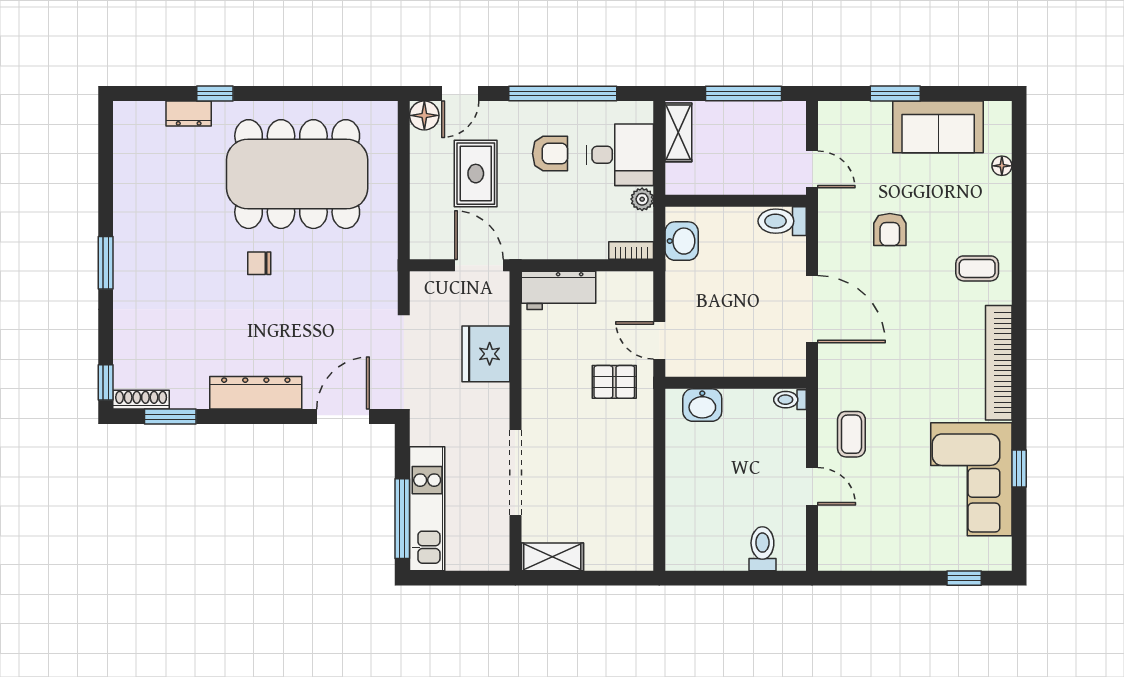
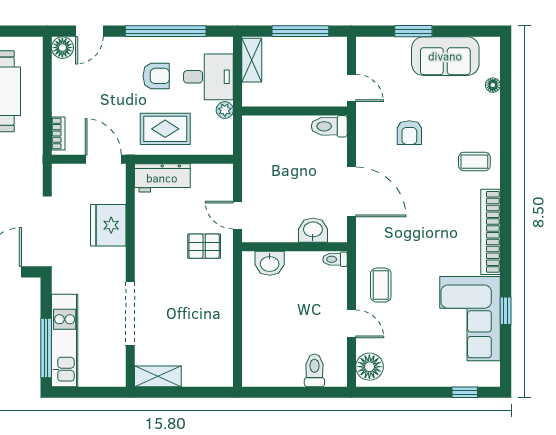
rug: (476, 174) -> (165, 129), moved, turned 90
washbasin: (682, 241) -> (313, 230), moved, turned -90
bookcase: (631, 251) -> (58, 133), moved, turned 90
floor lamp: (836, 544) -> (369, 367), added

